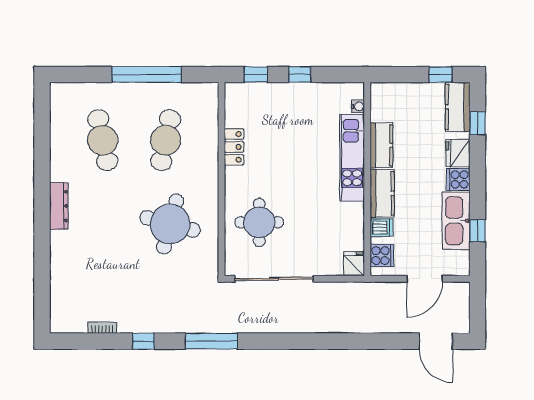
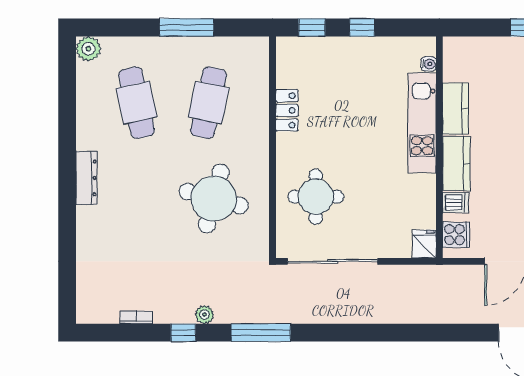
window: (146, 75) -> (187, 27), width x0.68
plant: (61, 93) -> (88, 49), added
plant: (162, 325) -> (204, 315), added

